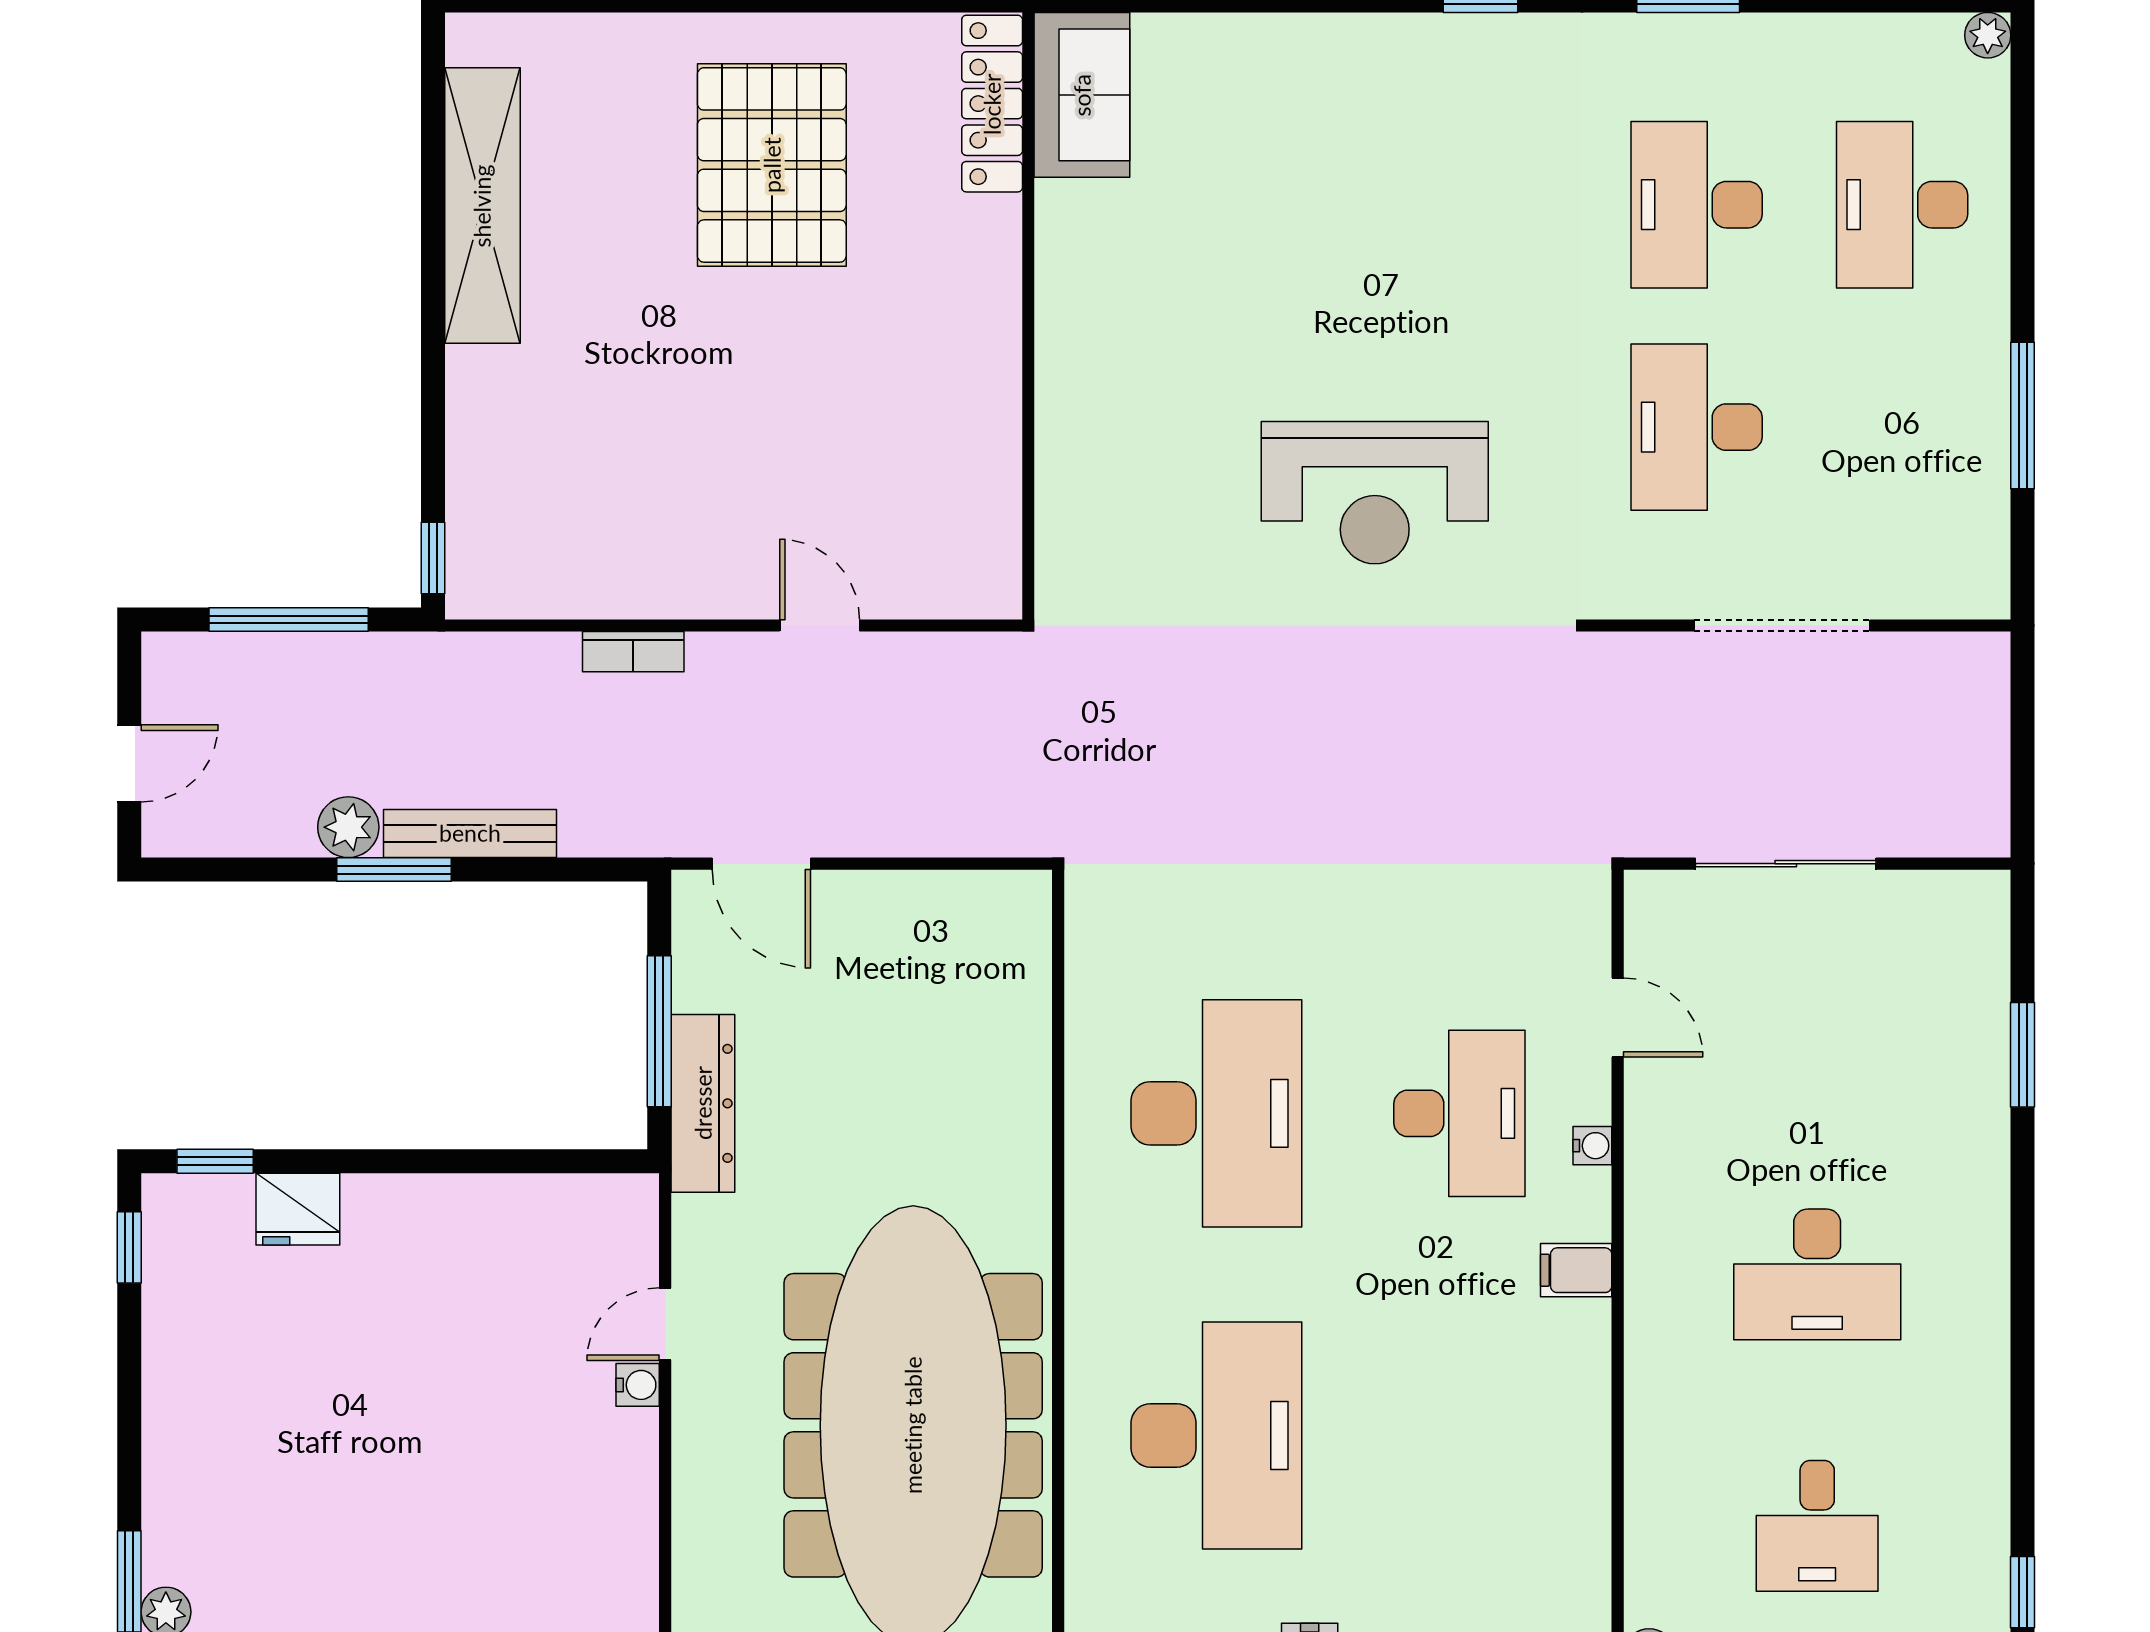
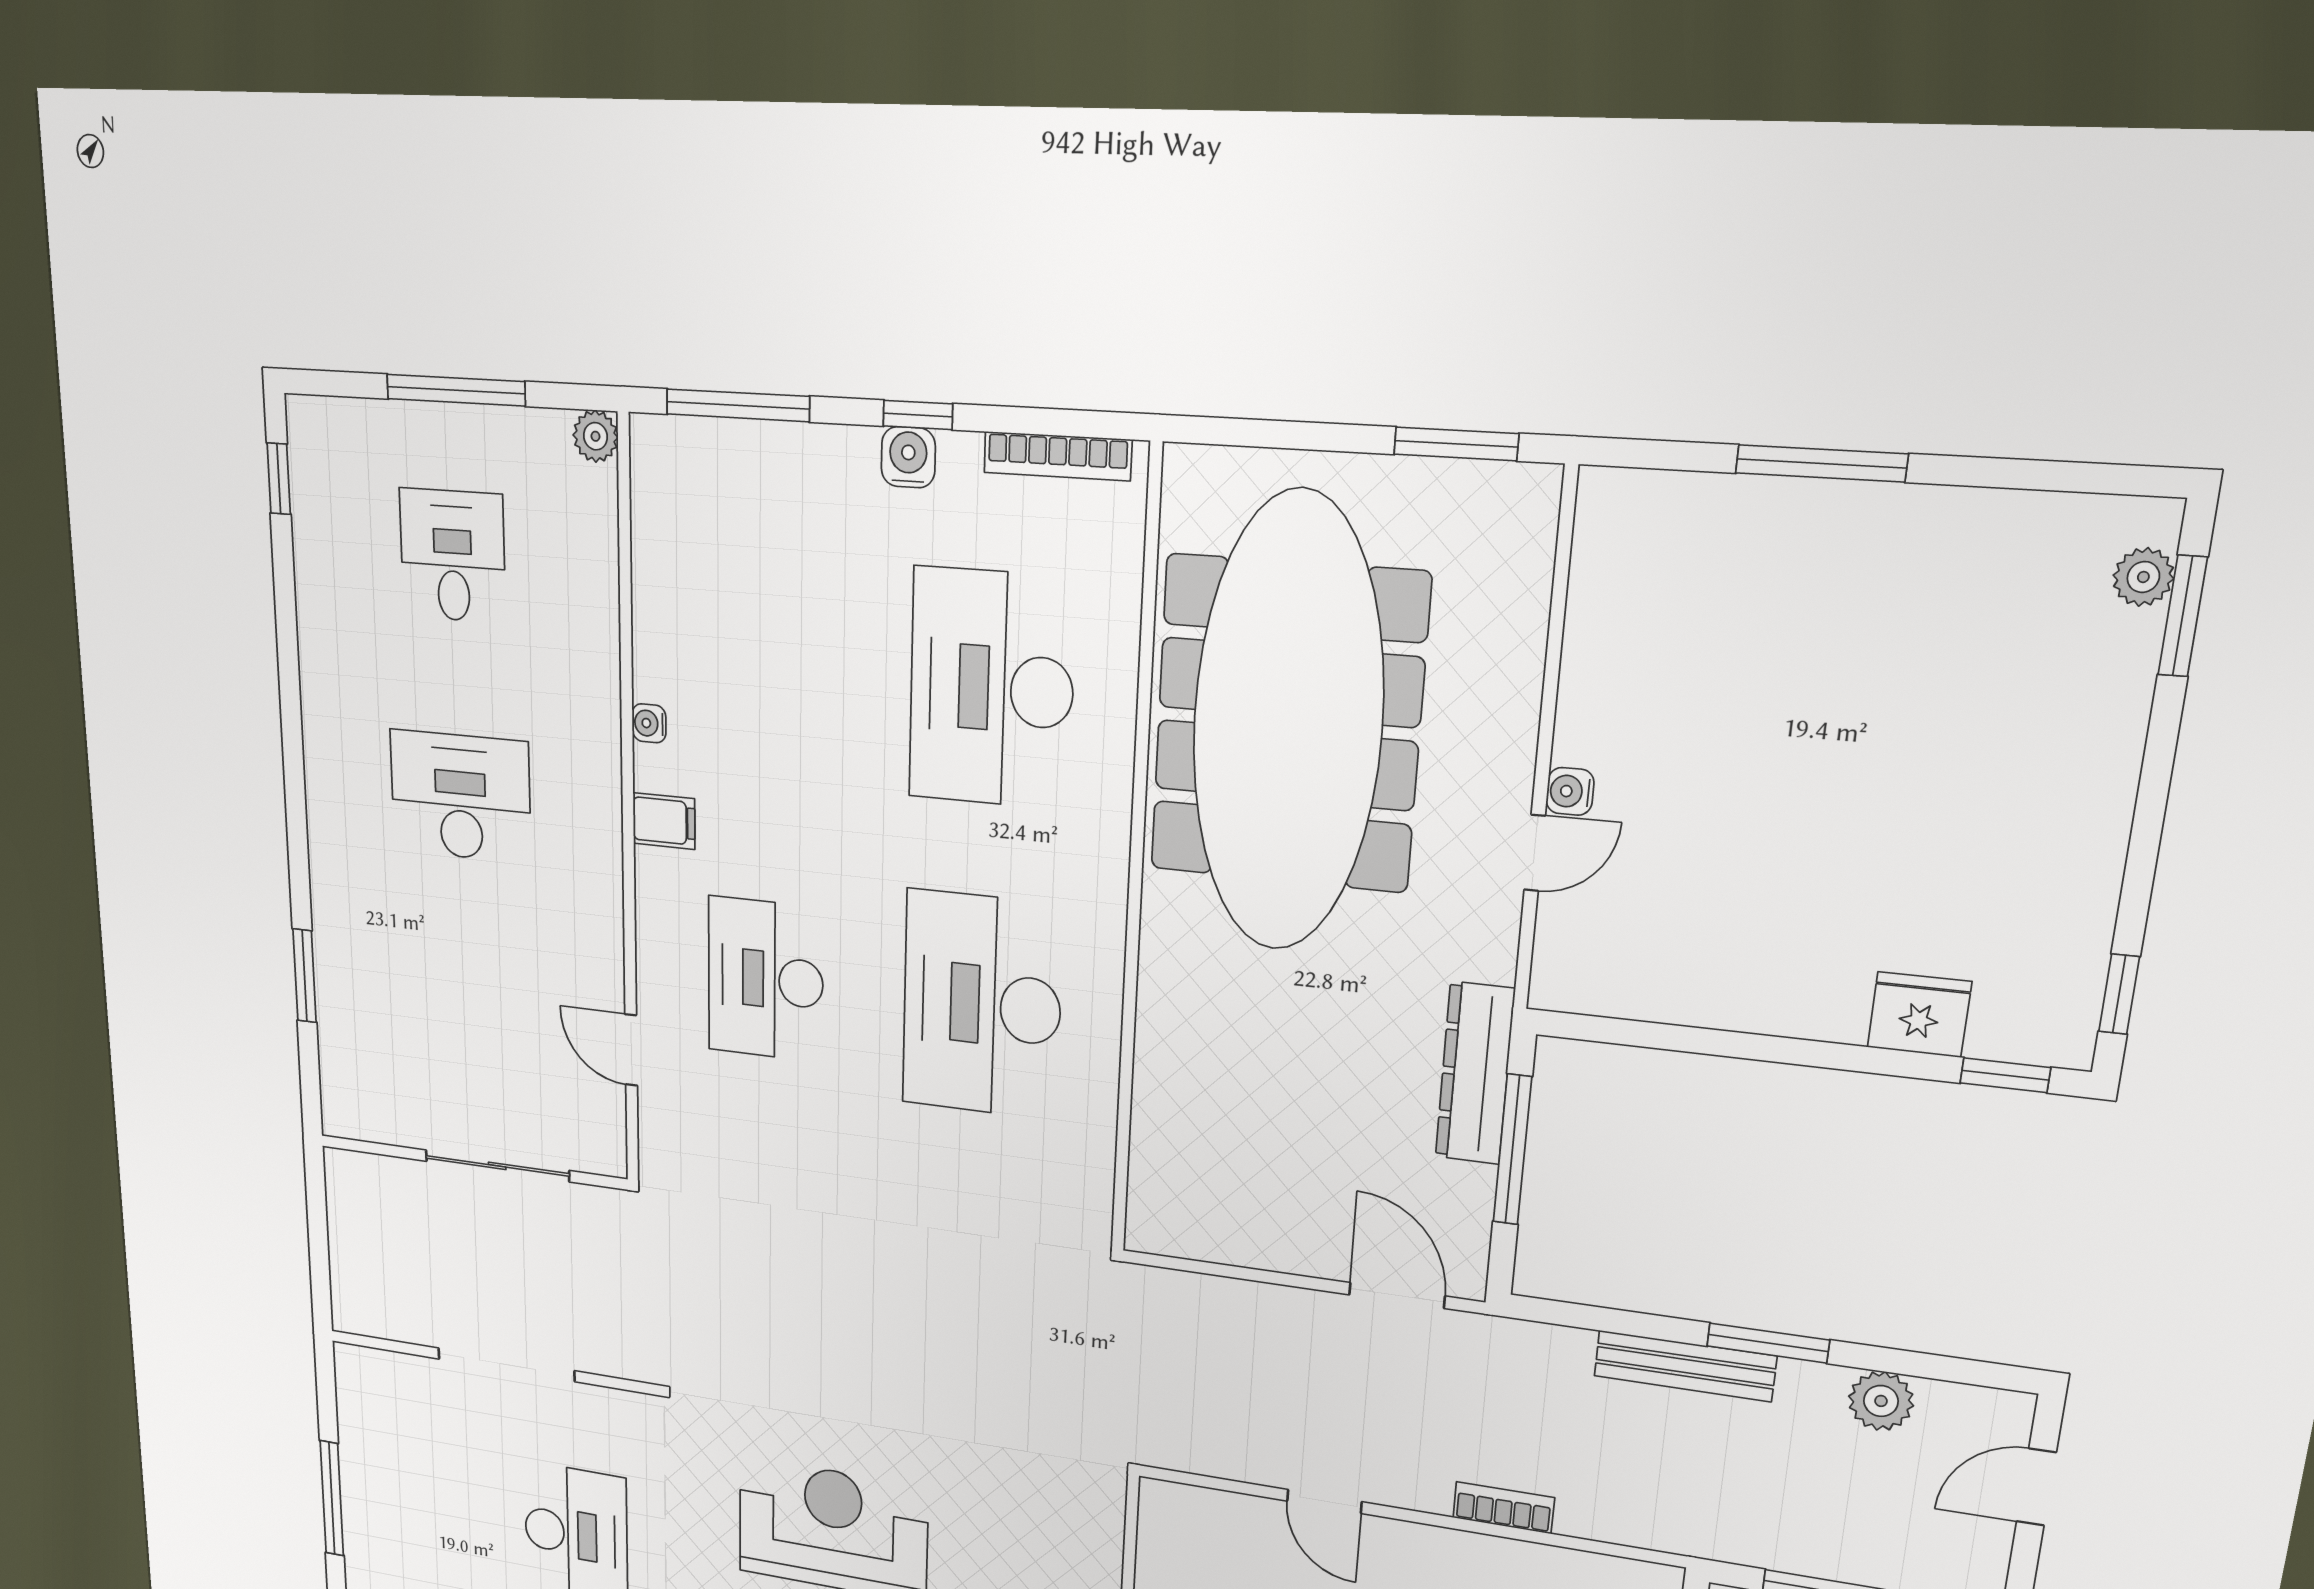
plant: (348, 827) -> (1881, 1401), moved
water cooler: (1592, 1146) -> (649, 723), moved

